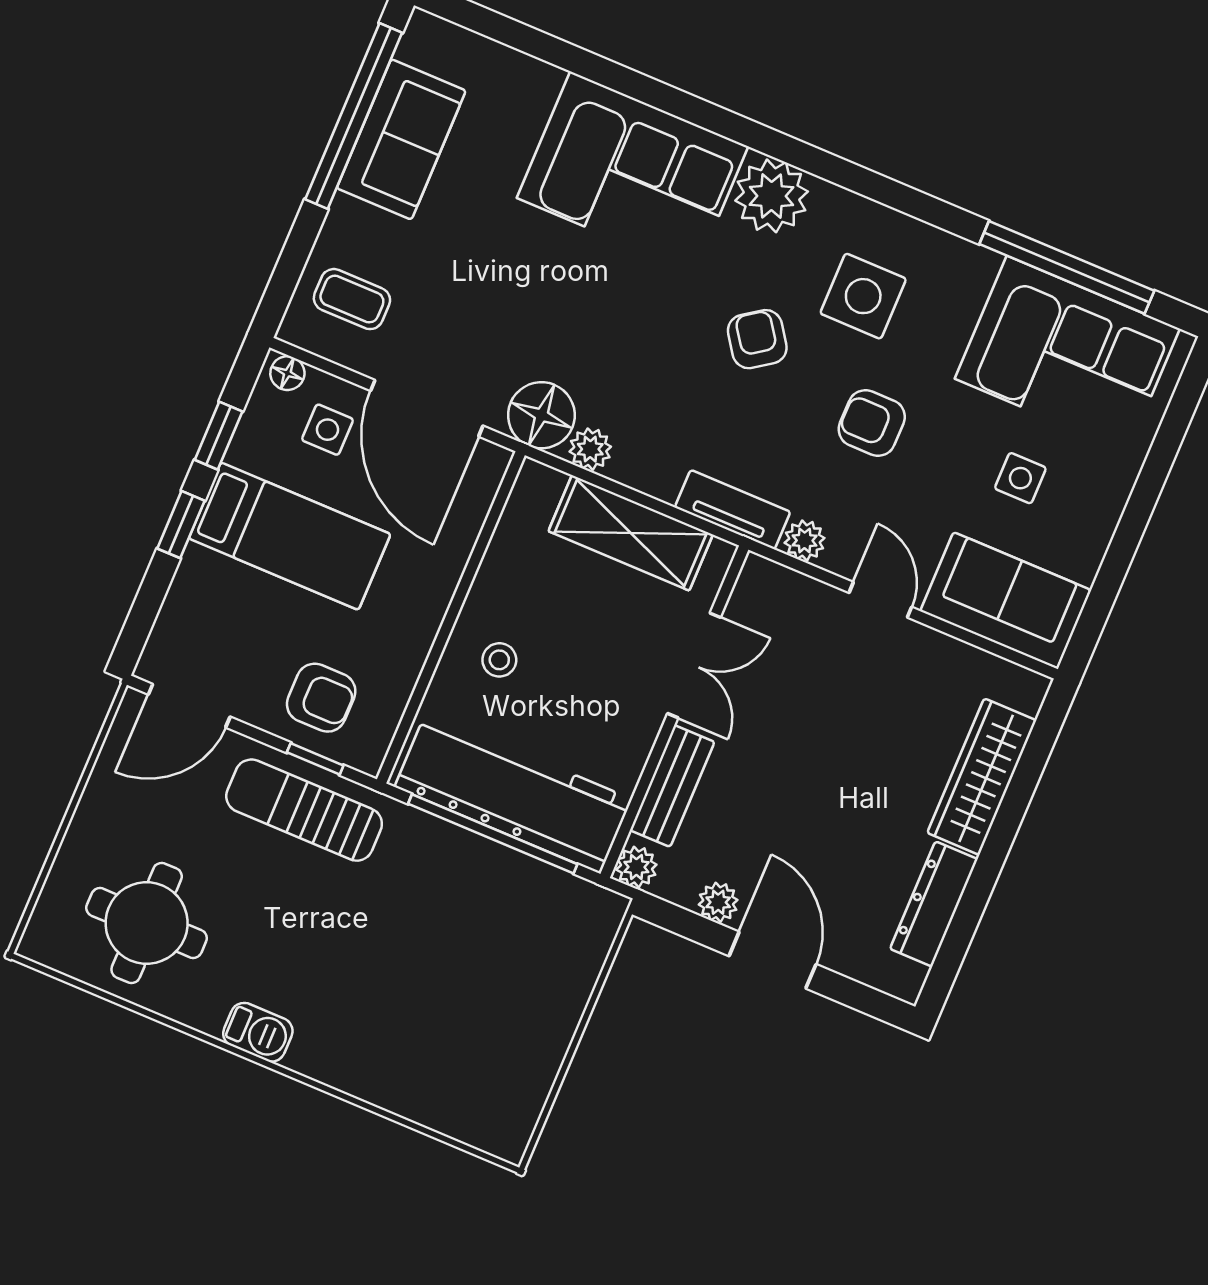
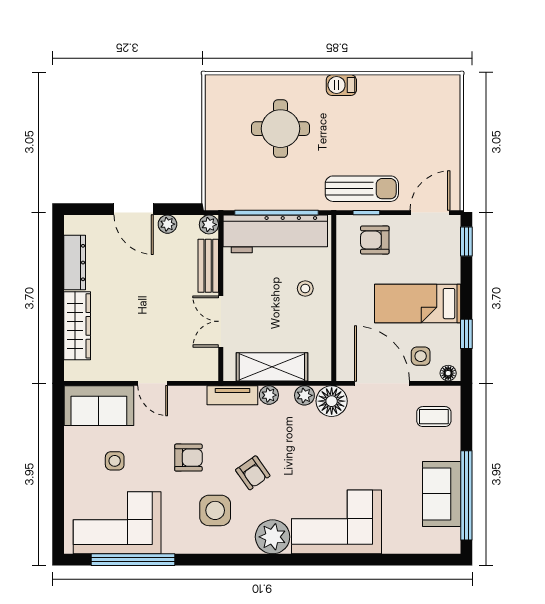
window: (181, 525) -> (466, 242), moved
plant: (805, 540) -> (269, 395), moved
round table: (147, 923) -> (280, 129), moved

